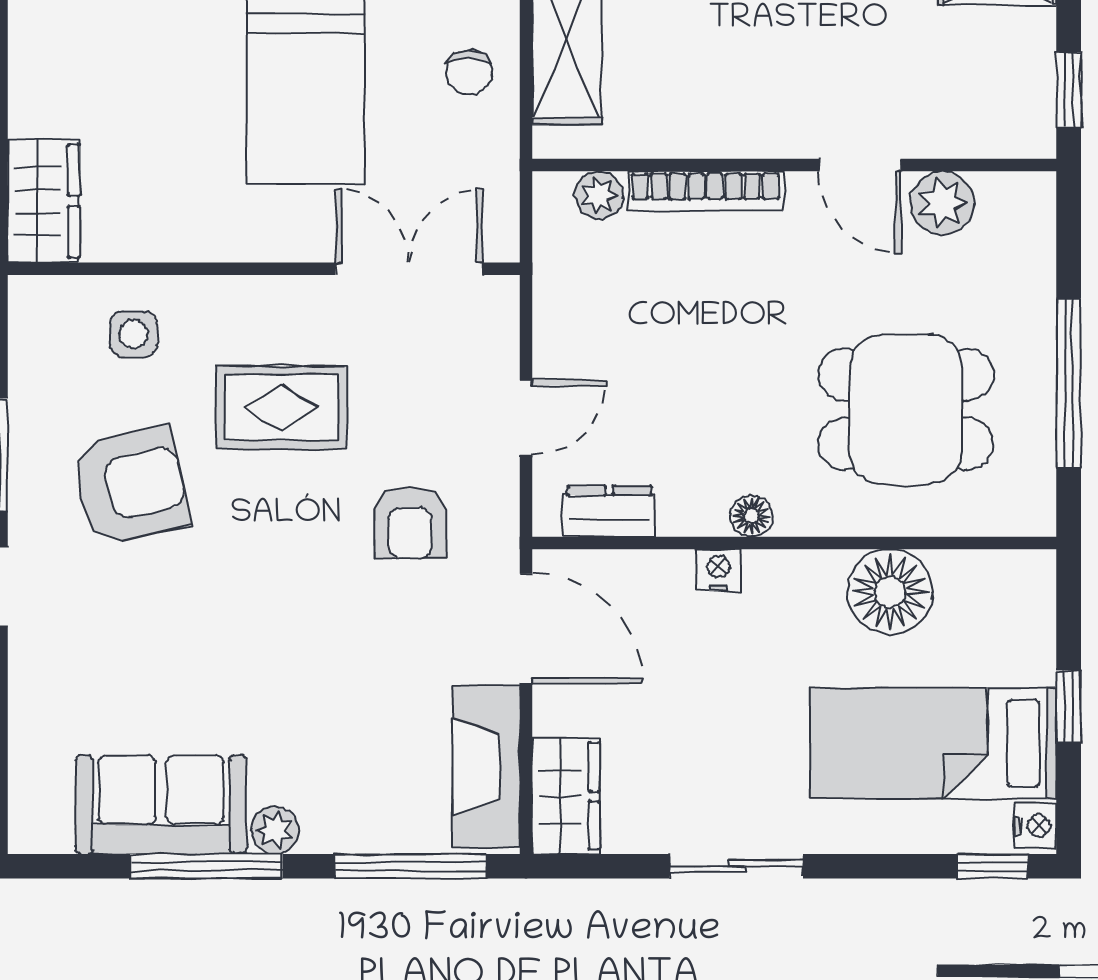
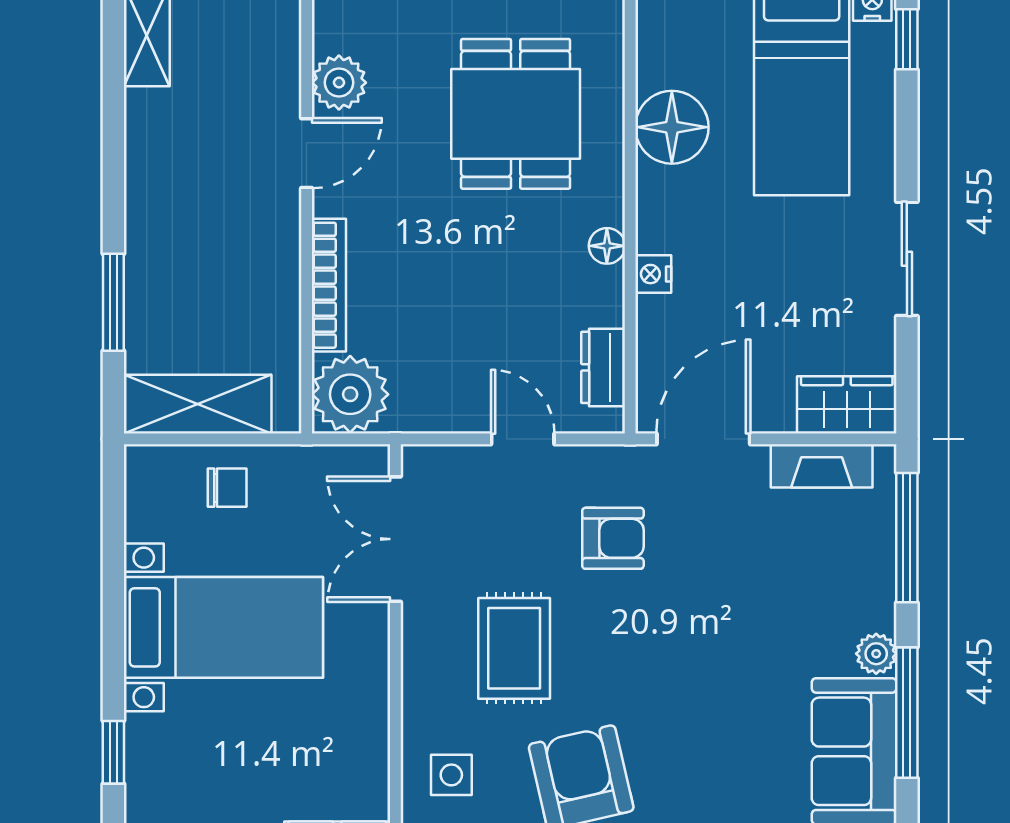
plant: (599, 195) -> (350, 394), width x1.88, depth x1.88
fireplace: (486, 767) -> (822, 466), width x0.73, depth x0.76

